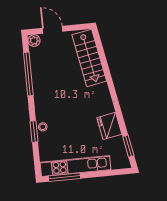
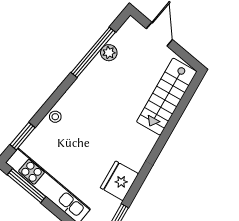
plant: (34, 41) -> (109, 53), moved
window: (34, 131) -> (22, 136), moved

